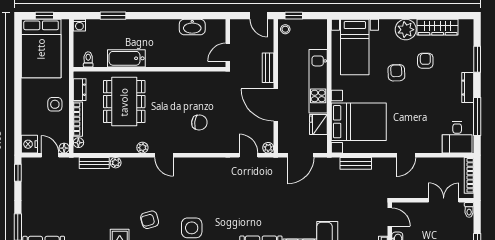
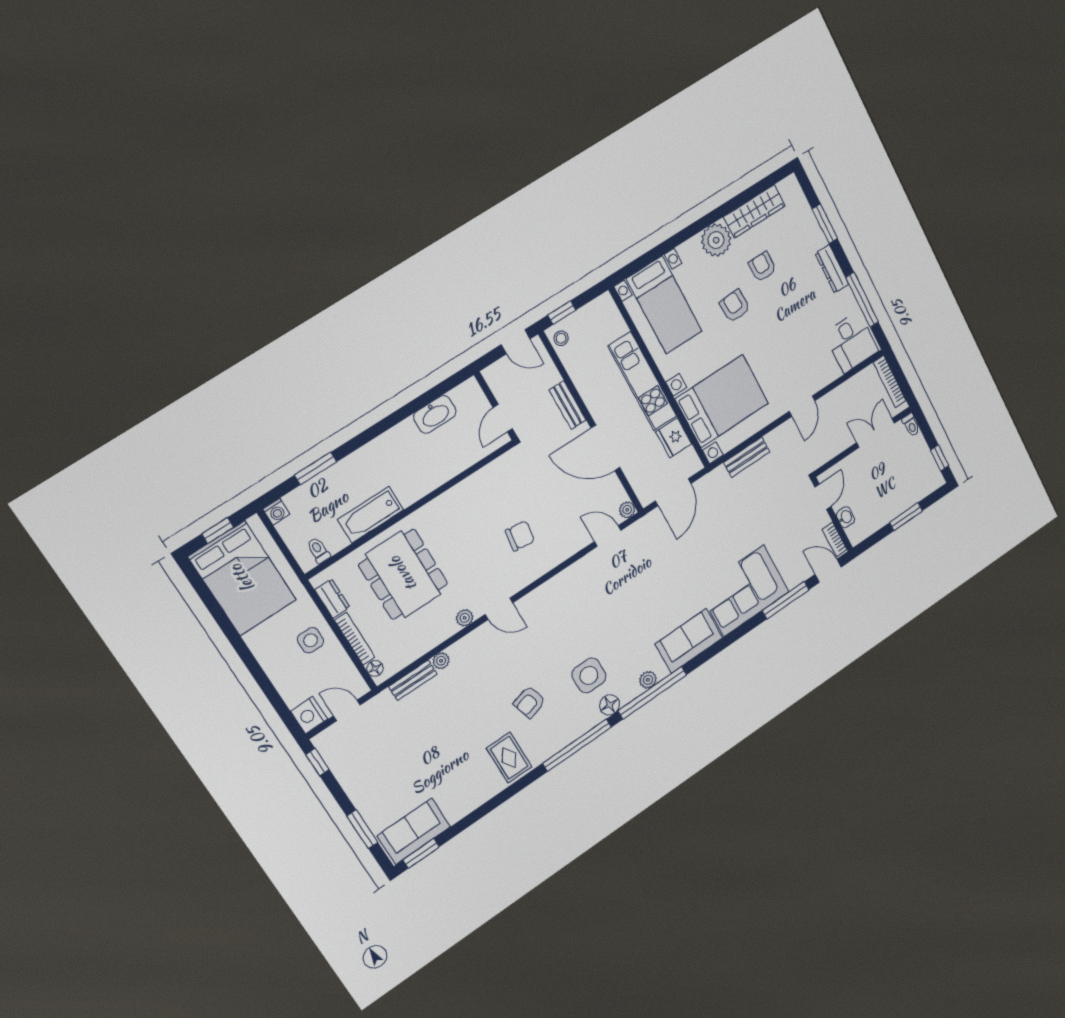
floor lamp: (64, 148) -> (360, 688), removed
door: (390, 217) -> (823, 497), hinge flipped

